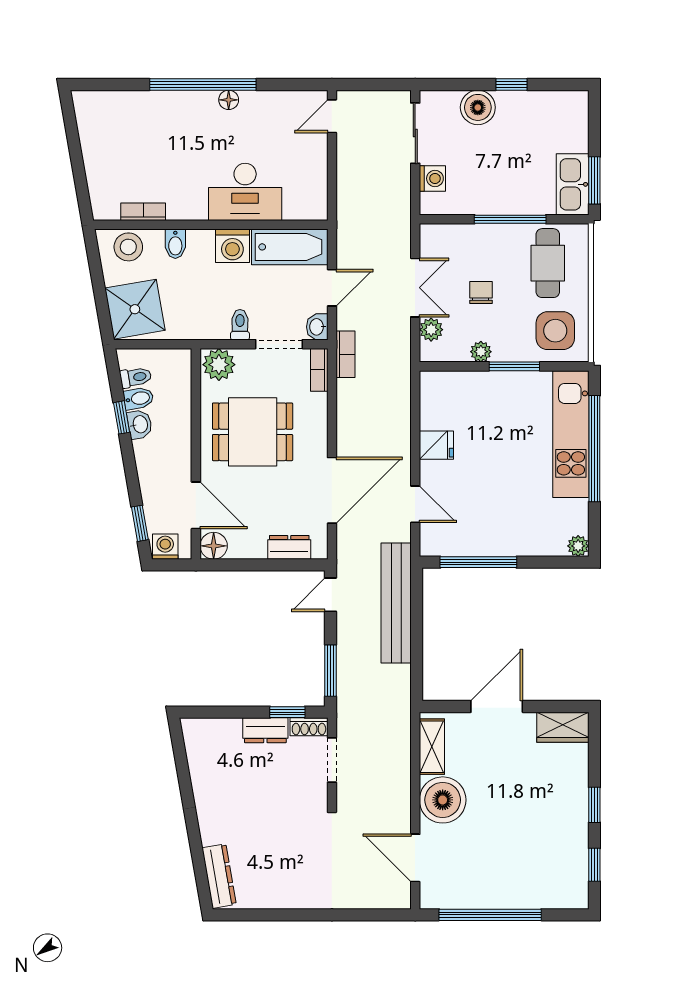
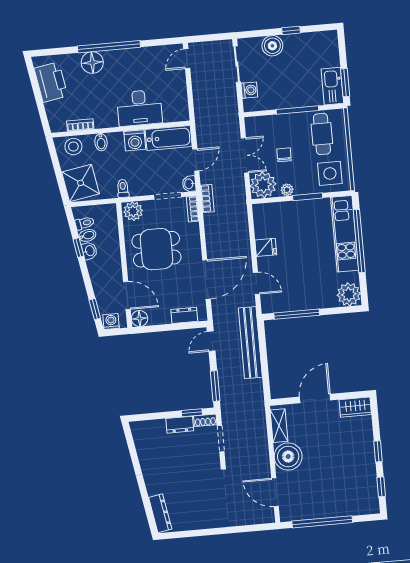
floor lamp: (229, 100) -> (92, 63), moved, width x1.89, depth x1.89
printer: (100, 135) -> (51, 82), added
toilet: (240, 325) -> (123, 188), moved
plant: (431, 330) -> (263, 185), width x1.88, depth x1.88
plant: (578, 546) -> (349, 294), width x1.87, depth x1.87

